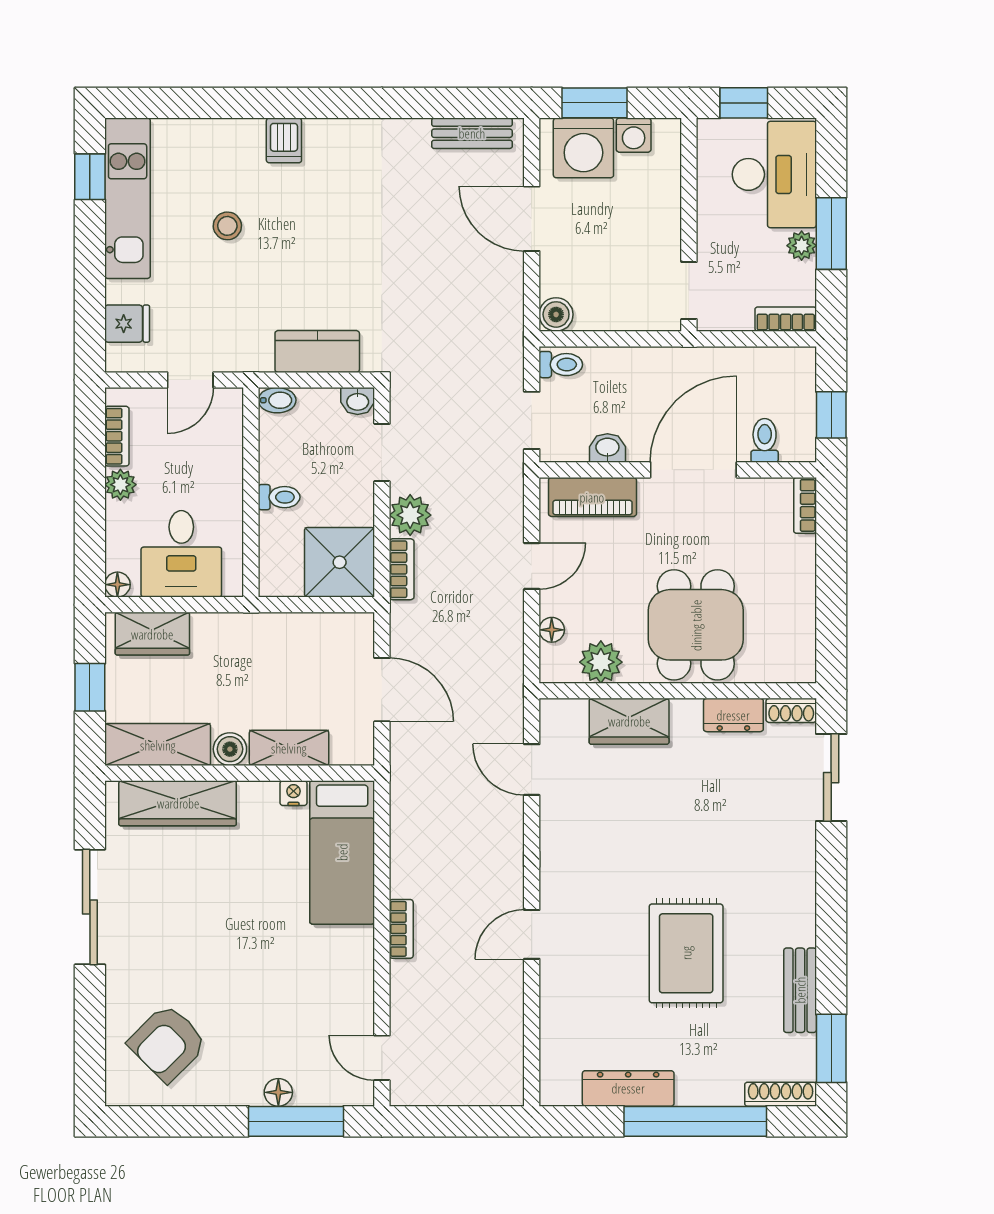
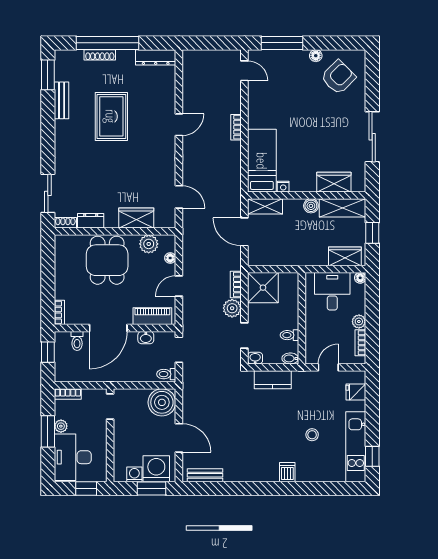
boiler: (556, 314) -> (162, 402), width x1.86, depth x1.86
toilet: (279, 497) -> (289, 335), moved
shelving: (289, 748) -> (265, 206), moved
wardrobe: (178, 803) -> (334, 182), width x0.67
dresser: (628, 1088) -> (156, 57), moved
floor lamp: (278, 1092) -> (316, 56), moved
shoe rack: (781, 1094) -> (100, 55), moved

